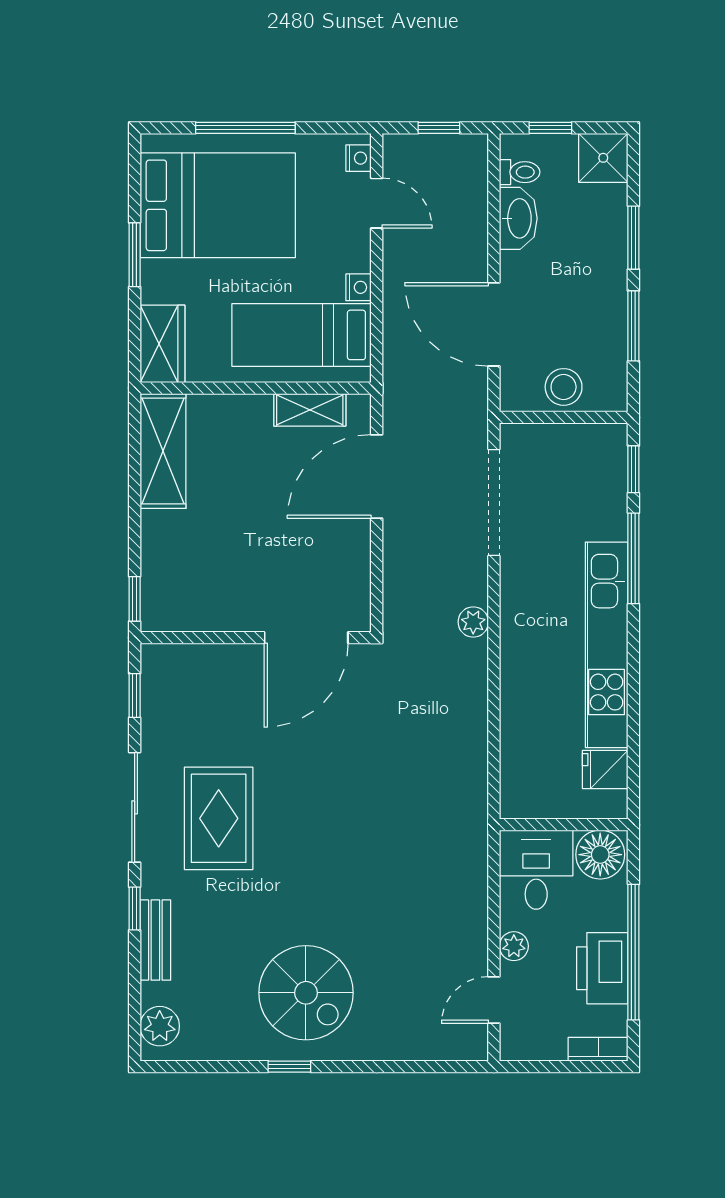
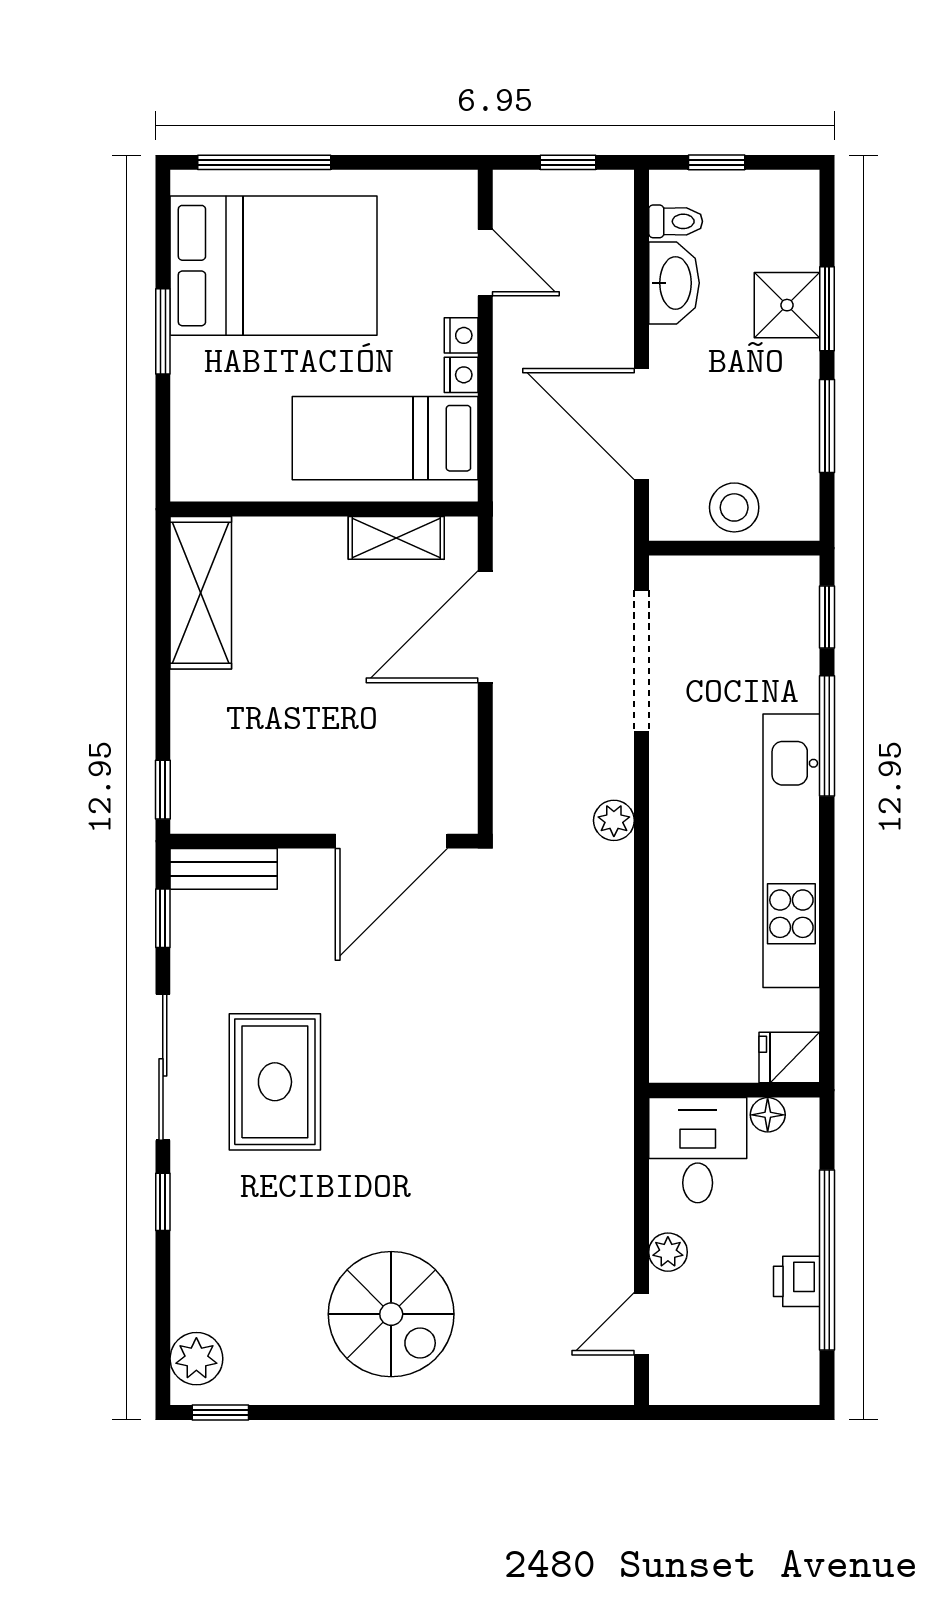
window: (245, 128) -> (264, 162), moved
nightstand: (358, 158) -> (461, 335), moved
shower: (603, 158) -> (787, 305), moved
wardrobe: (162, 344) -> (200, 450), removed
fridge: (605, 770) -> (789, 1057), moved
floor lamp: (600, 855) -> (768, 1115), width x0.53, depth x0.53
bench: (155, 940) -> (224, 869), moved, turned 90
printer: (602, 968) -> (797, 1281), width x0.53, depth x0.68
bookcase: (598, 1049) -> (780, 1389), removed
window: (289, 1067) -> (220, 1412), moved

